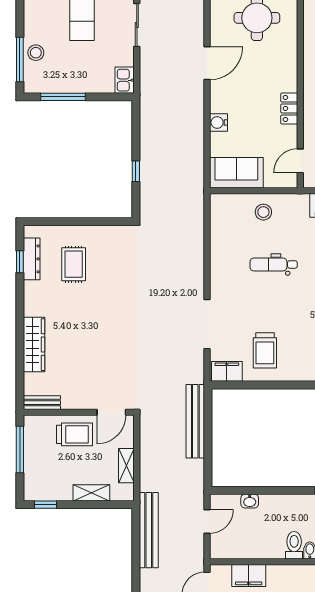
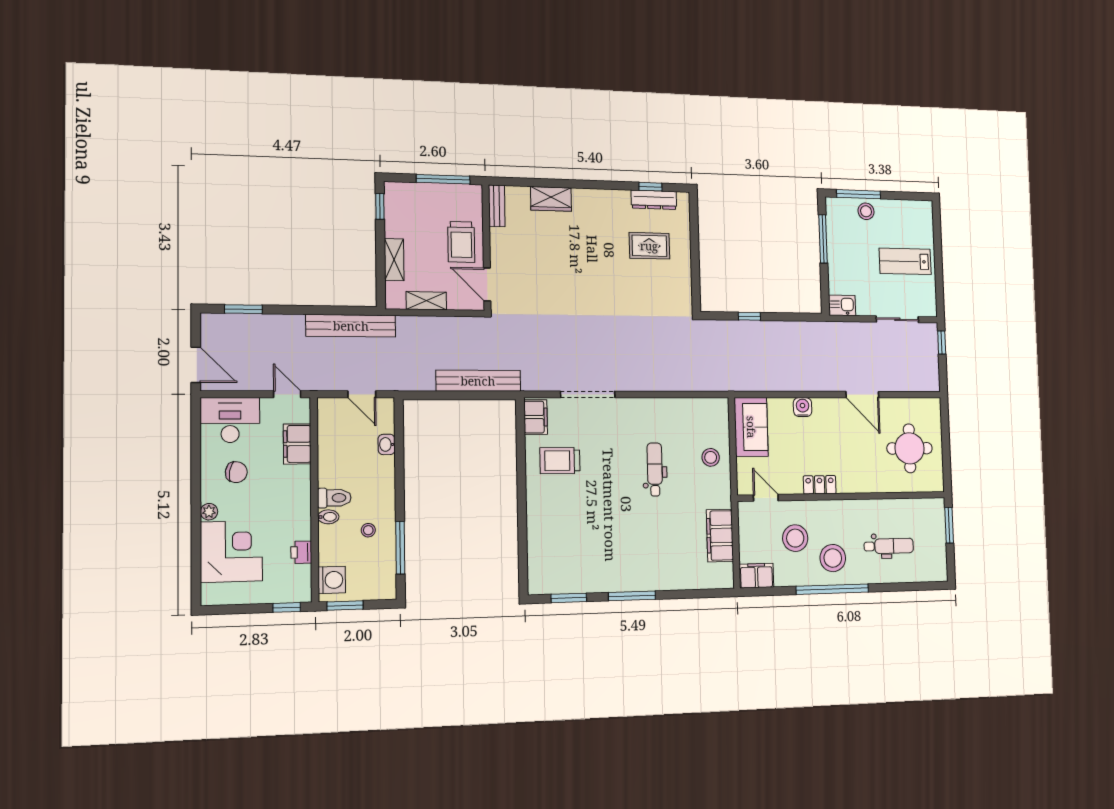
wardrobe: (34, 345) -> (551, 199), width x0.67

